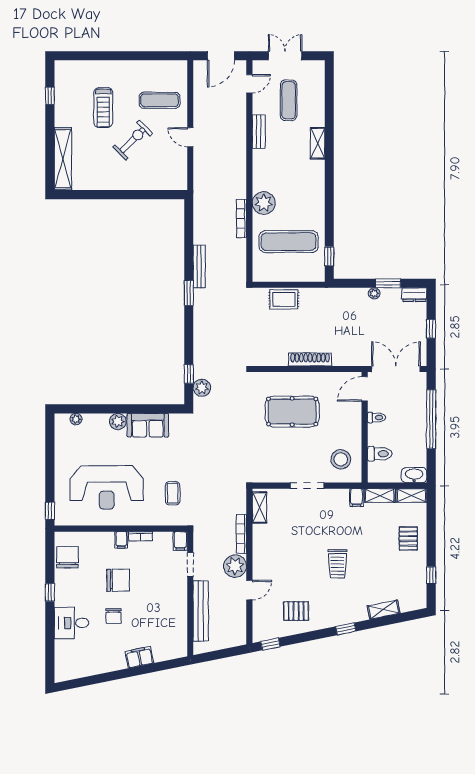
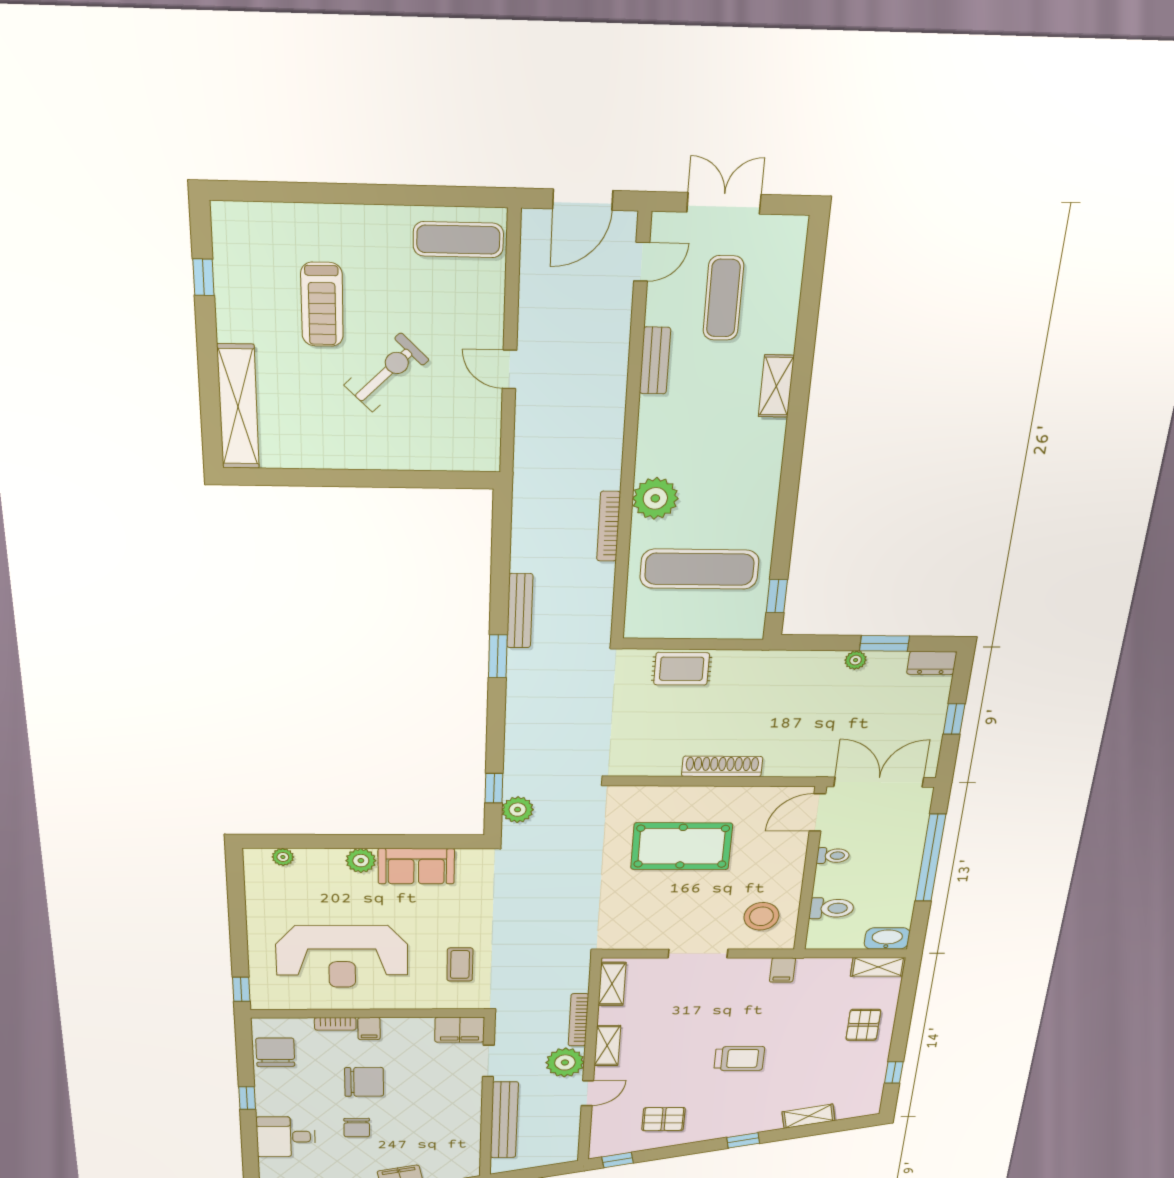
exercise mat: (160, 100) -> (458, 240), moved
shelving: (380, 496) -> (607, 1046), moved, turned 90
bookcase: (140, 536) -> (335, 1024), moved
filing cabinet: (180, 541) -> (460, 1030), width x2.00
trolley: (338, 564) -> (739, 1059), turned -90

